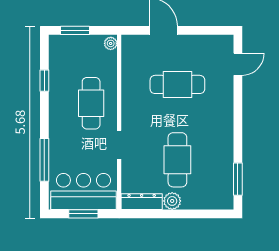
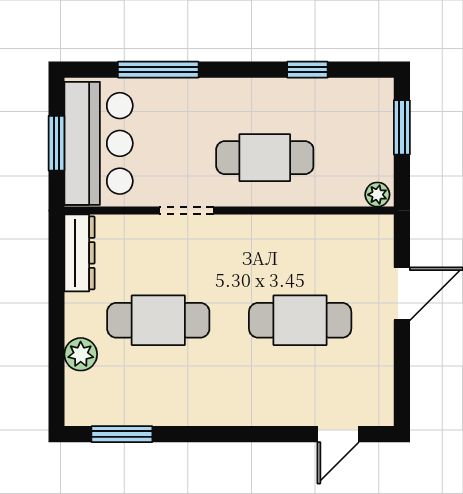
door: (238, 64) -> (338, 434), hinge flipped
cafe table: (177, 84) -> (300, 320), turned 90
plant: (172, 201) -> (81, 354), moved

